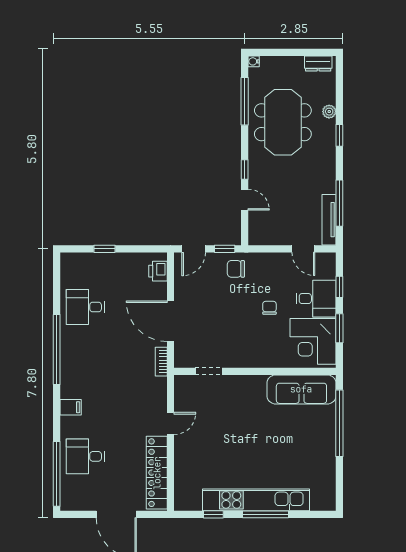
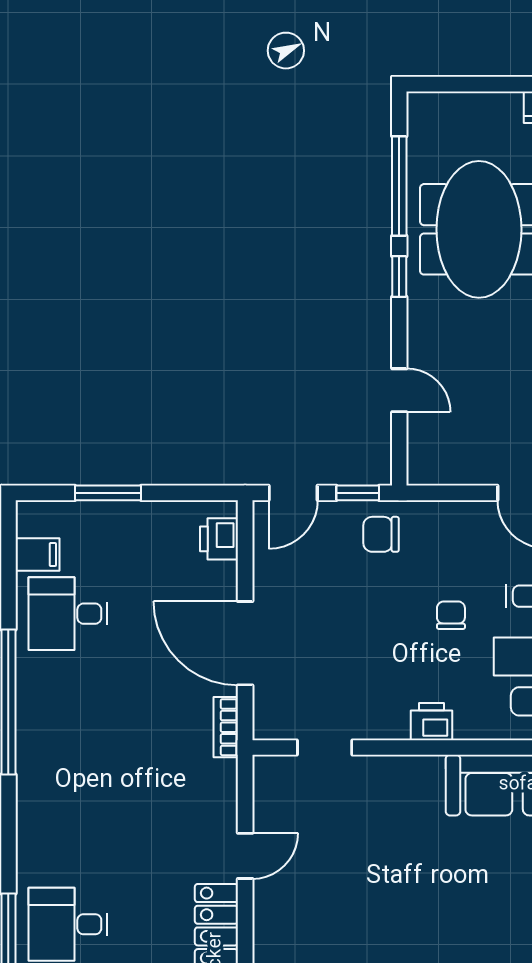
water cooler: (254, 61) -> (418, 103), removed
window: (245, 170) -> (399, 277), moved
window: (105, 249) -> (108, 493), width x1.50
printer: (260, 359) -> (432, 722), added
filing cabinet: (71, 407) -> (38, 555), moved

